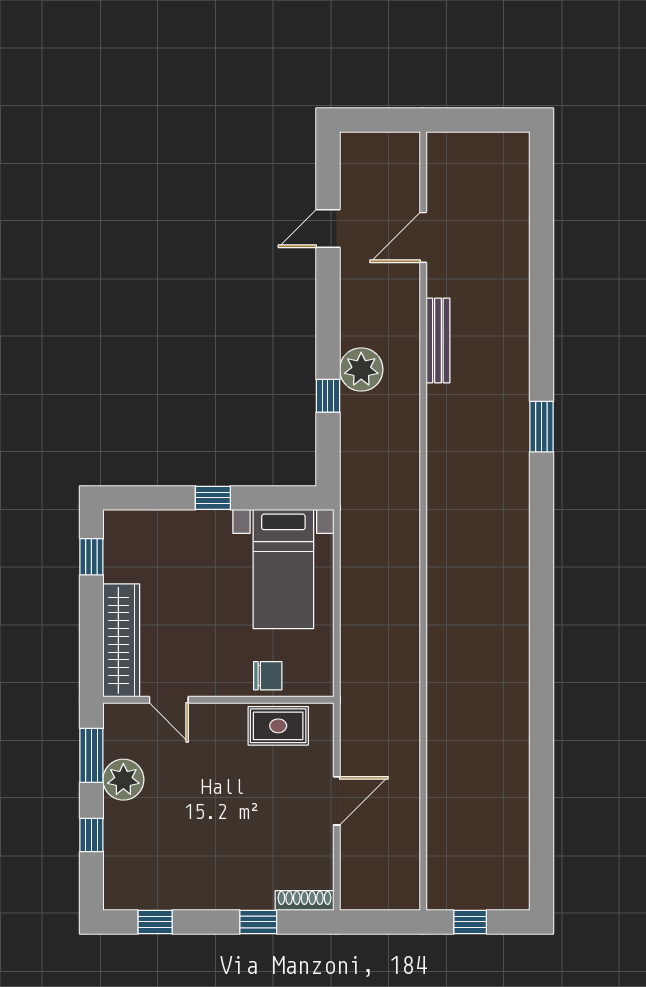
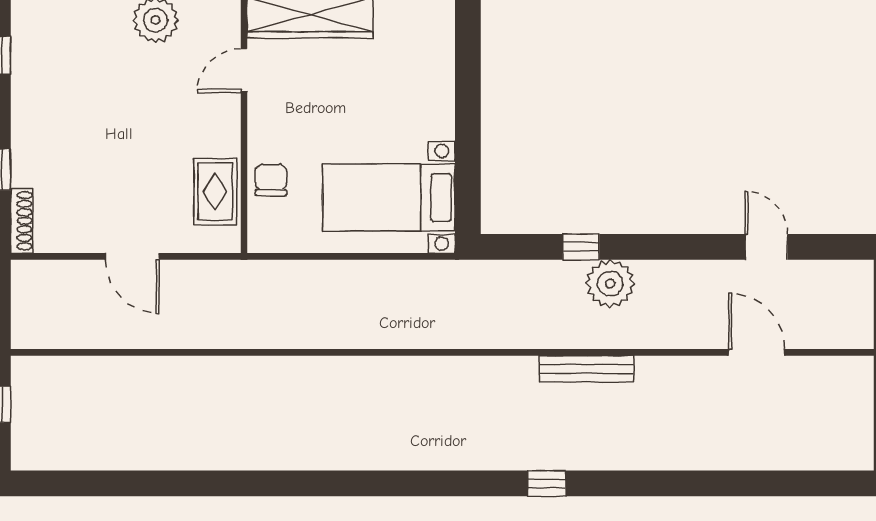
bench: (438, 341) -> (587, 369), moved
window: (541, 427) -> (547, 483), width x0.67
window: (213, 498) -> (468, 119), removed
chair: (268, 676) -> (271, 180), turned 180

